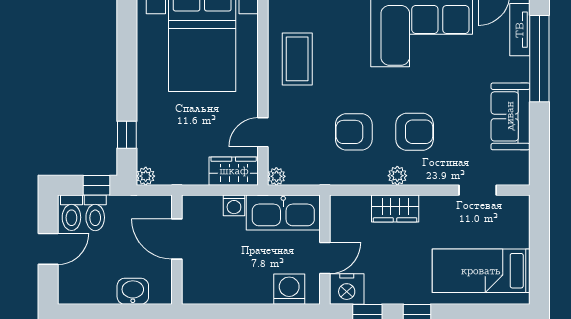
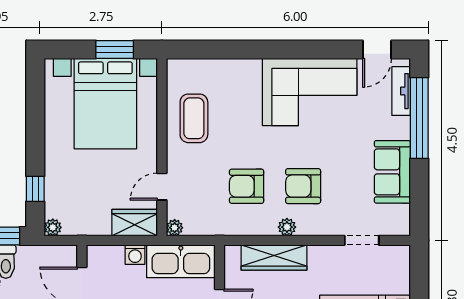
armchair: (415, 132) -> (303, 186), turned 180
wardrobe: (395, 208) -> (274, 257), width x1.50

